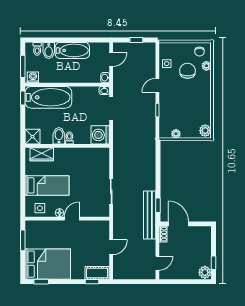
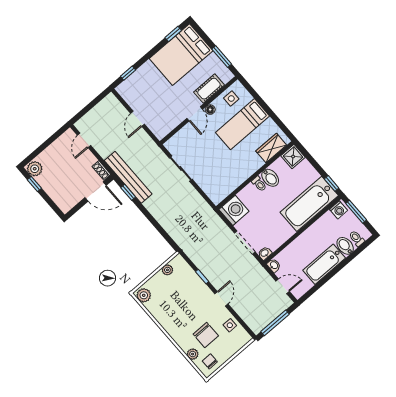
window: (136, 40) -> (275, 323), width x2.17
door: (111, 59) -> (283, 286), swing flipped
cot: (97, 273) -> (209, 89), moved

